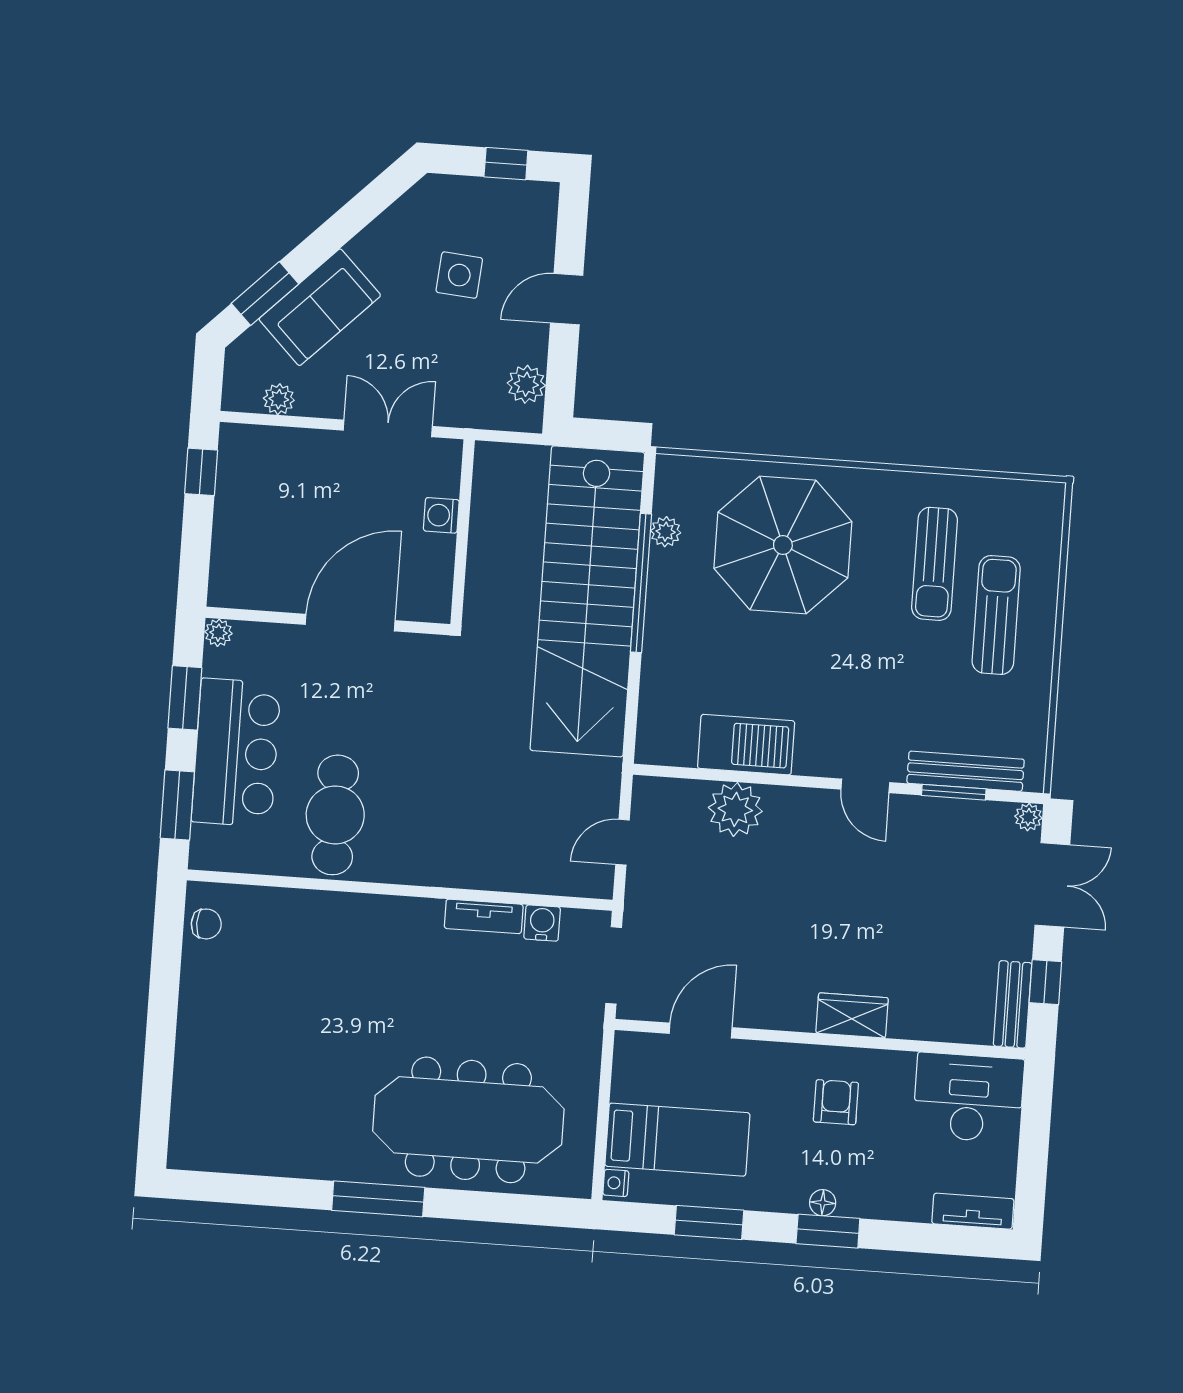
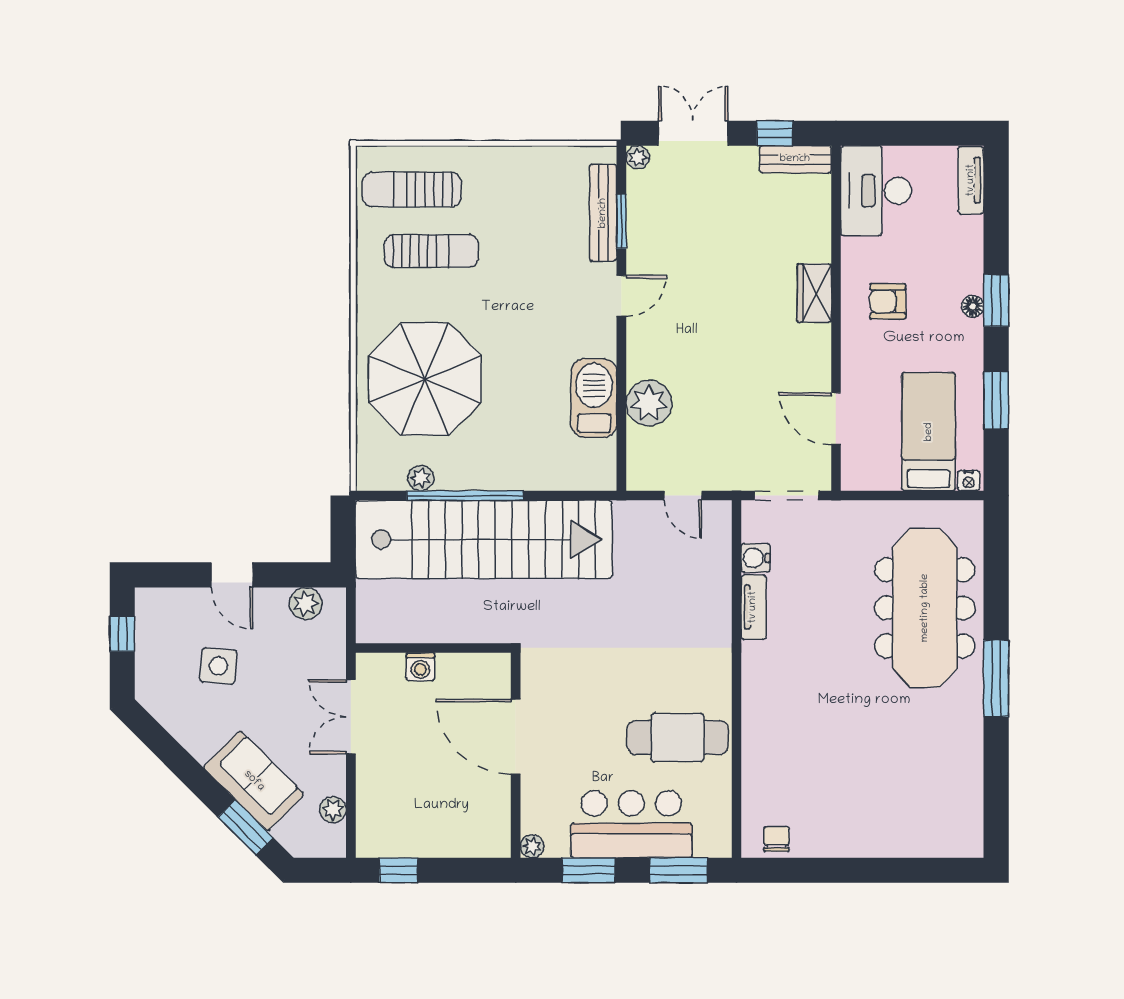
sun lounger: (996, 615) -> (412, 190), moved

